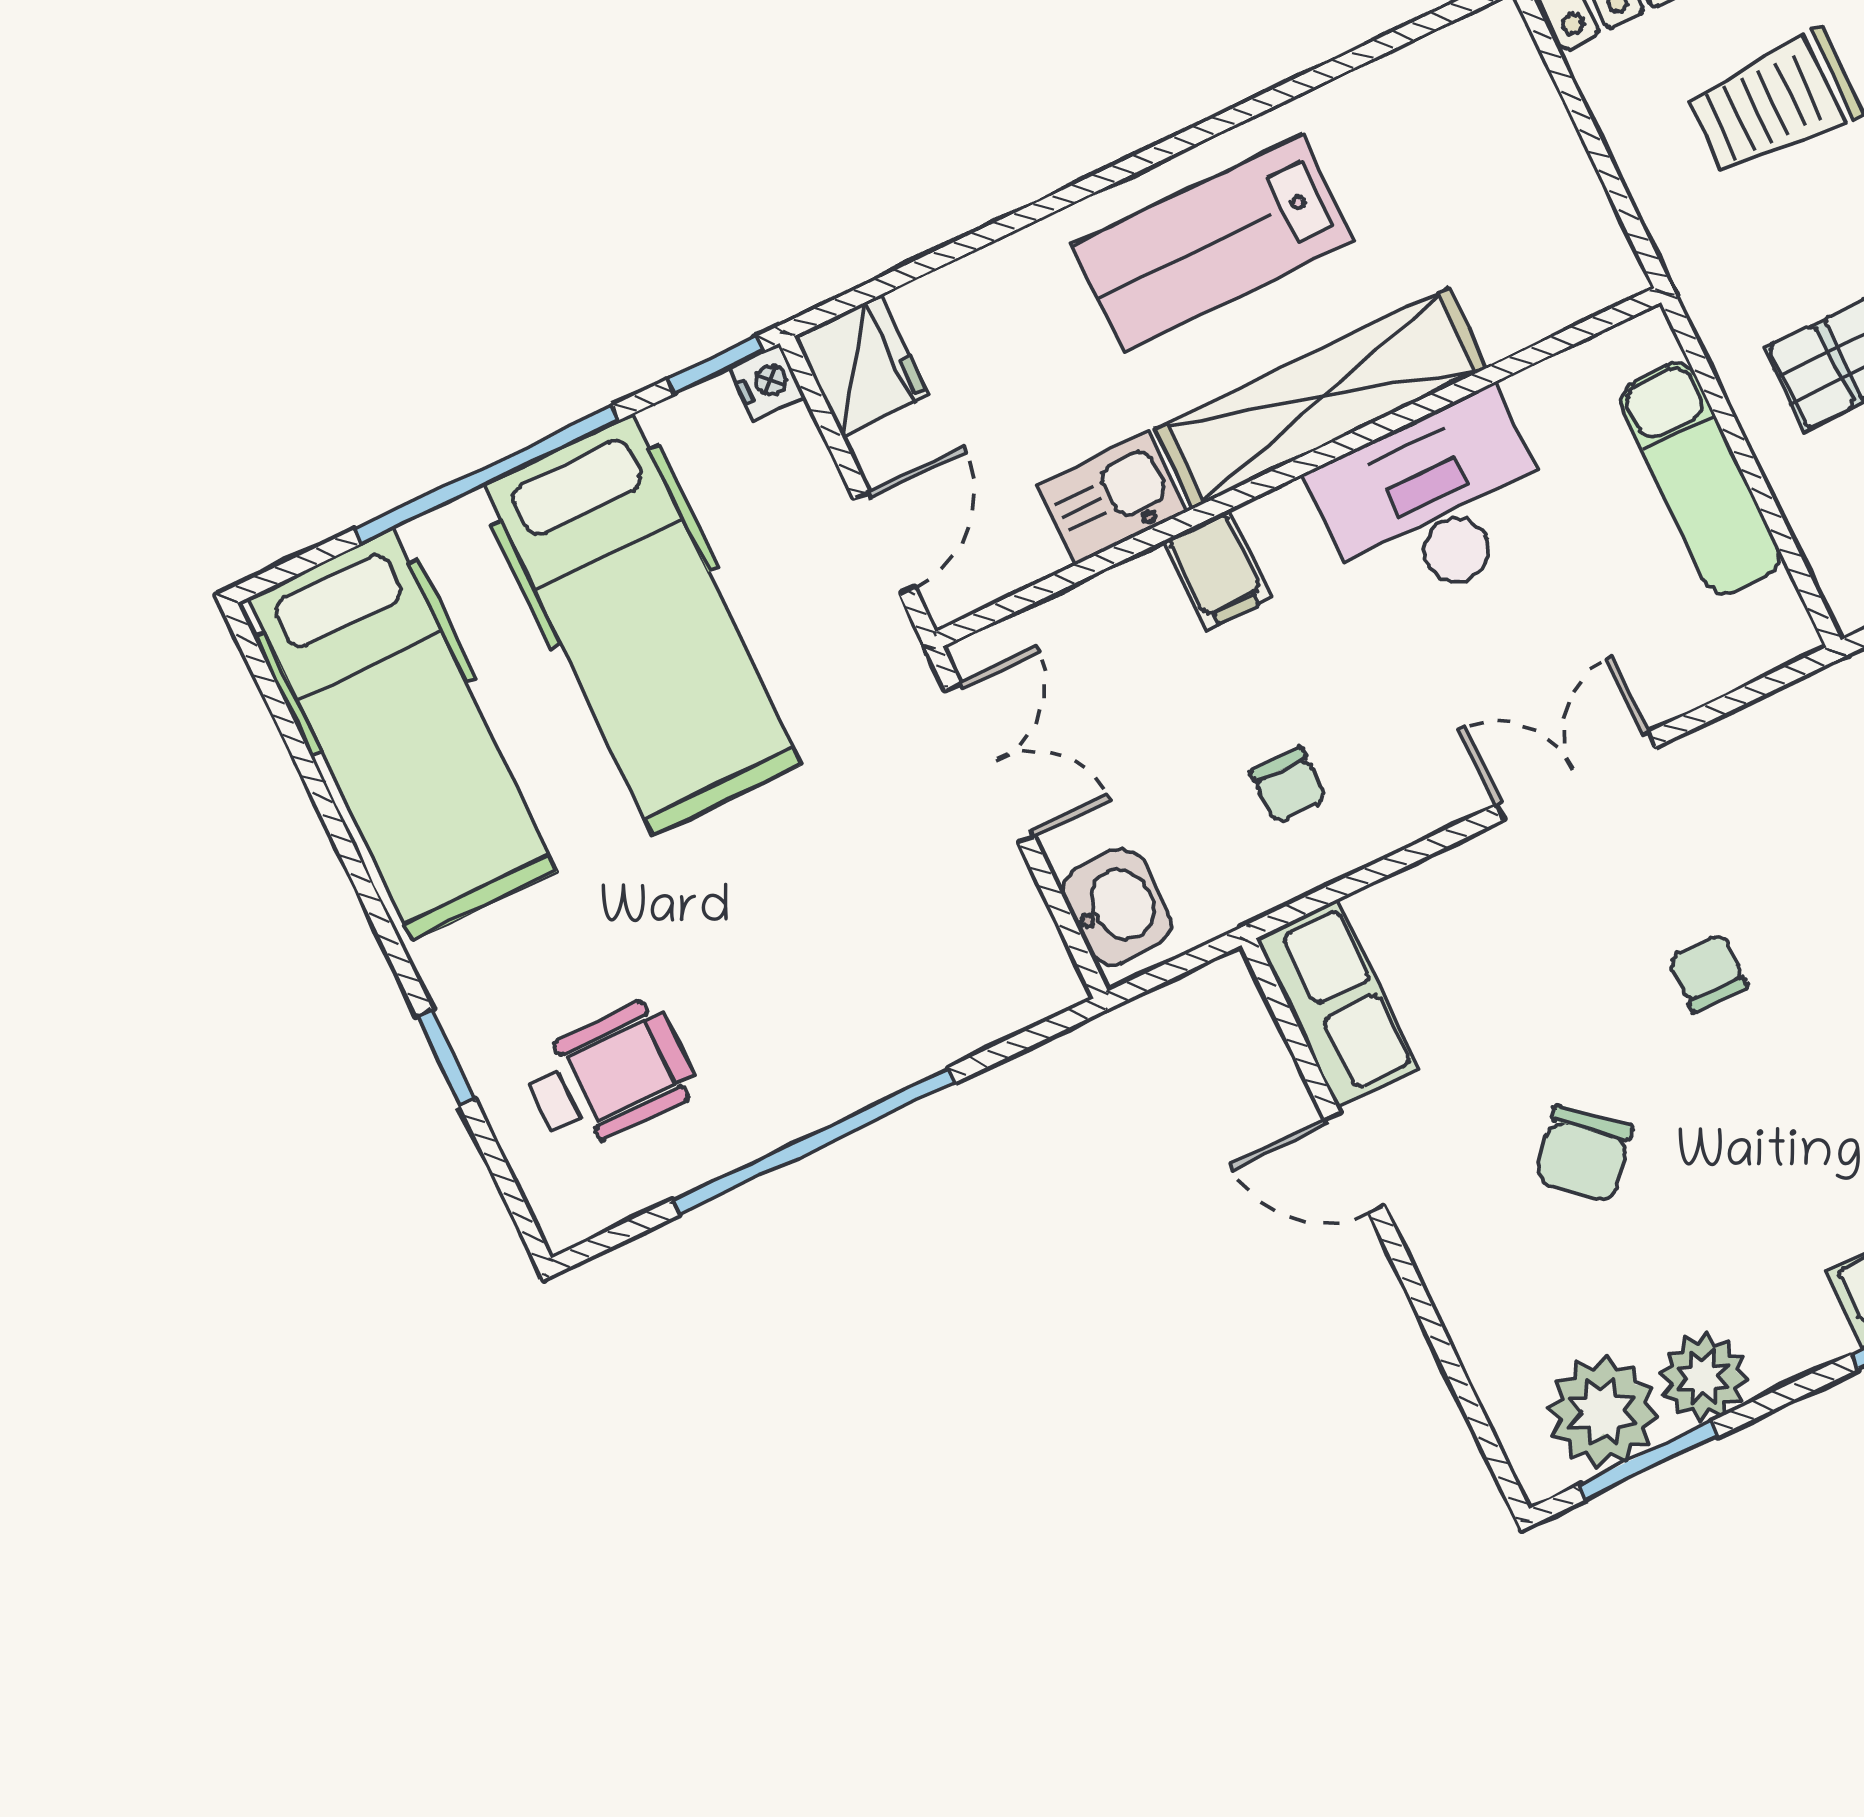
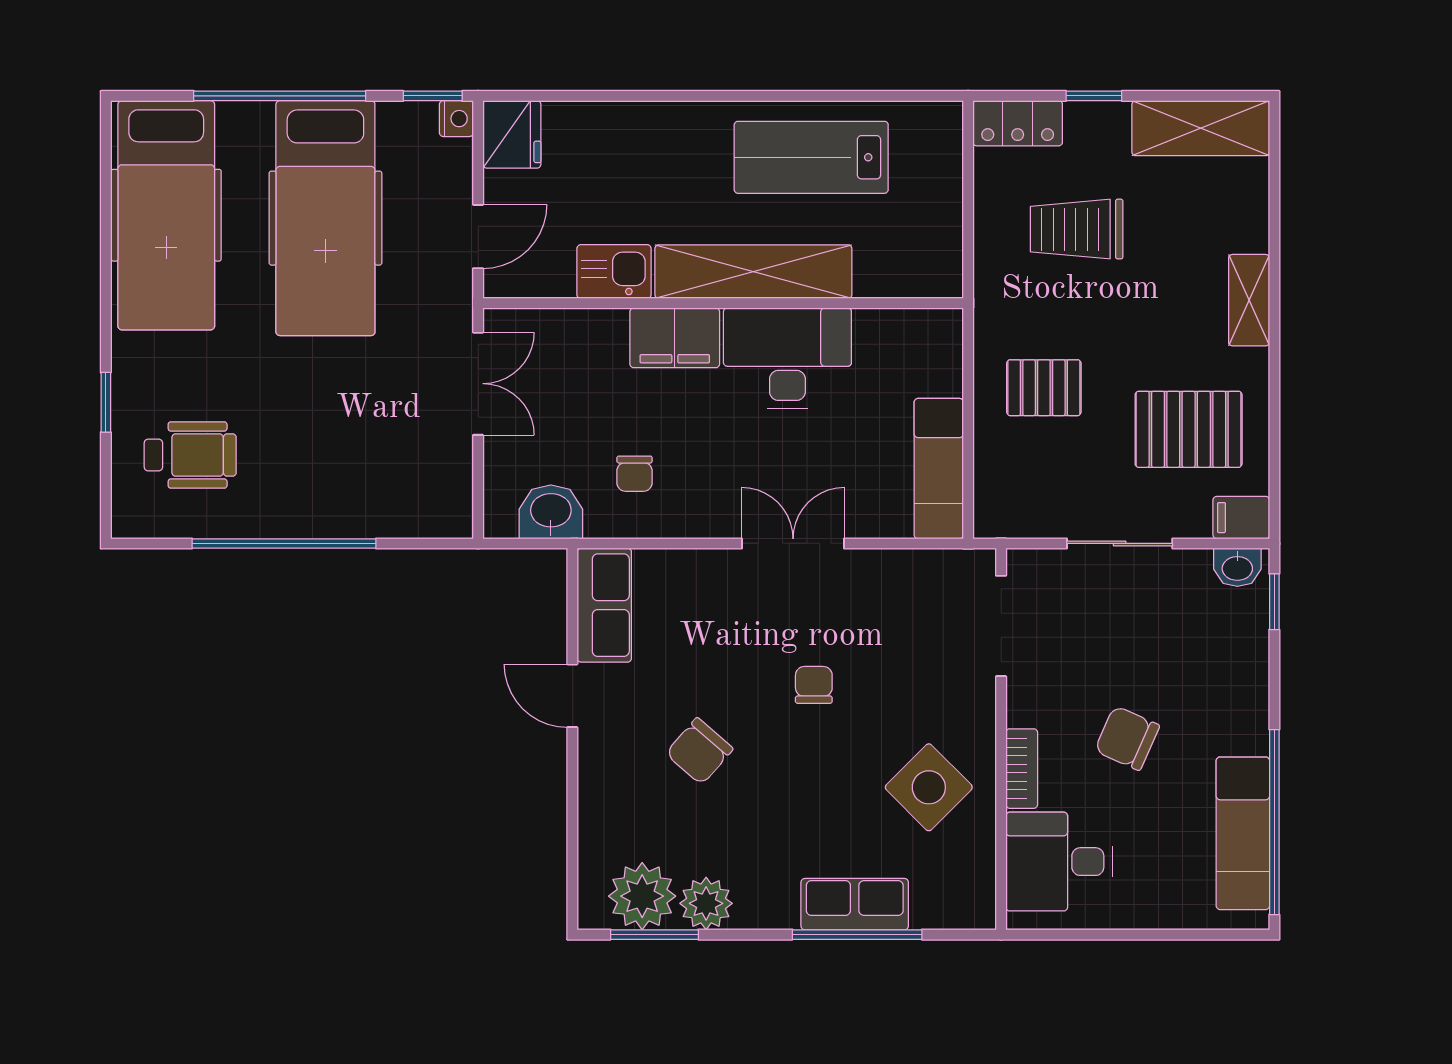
lab bench: (1213, 243) -> (811, 157), moved
exam couch: (1701, 478) -> (939, 469), moved
filing cabinet: (1217, 570) -> (675, 338), width x2.00
washbasin: (1117, 907) -> (551, 512), moved, turned -90

